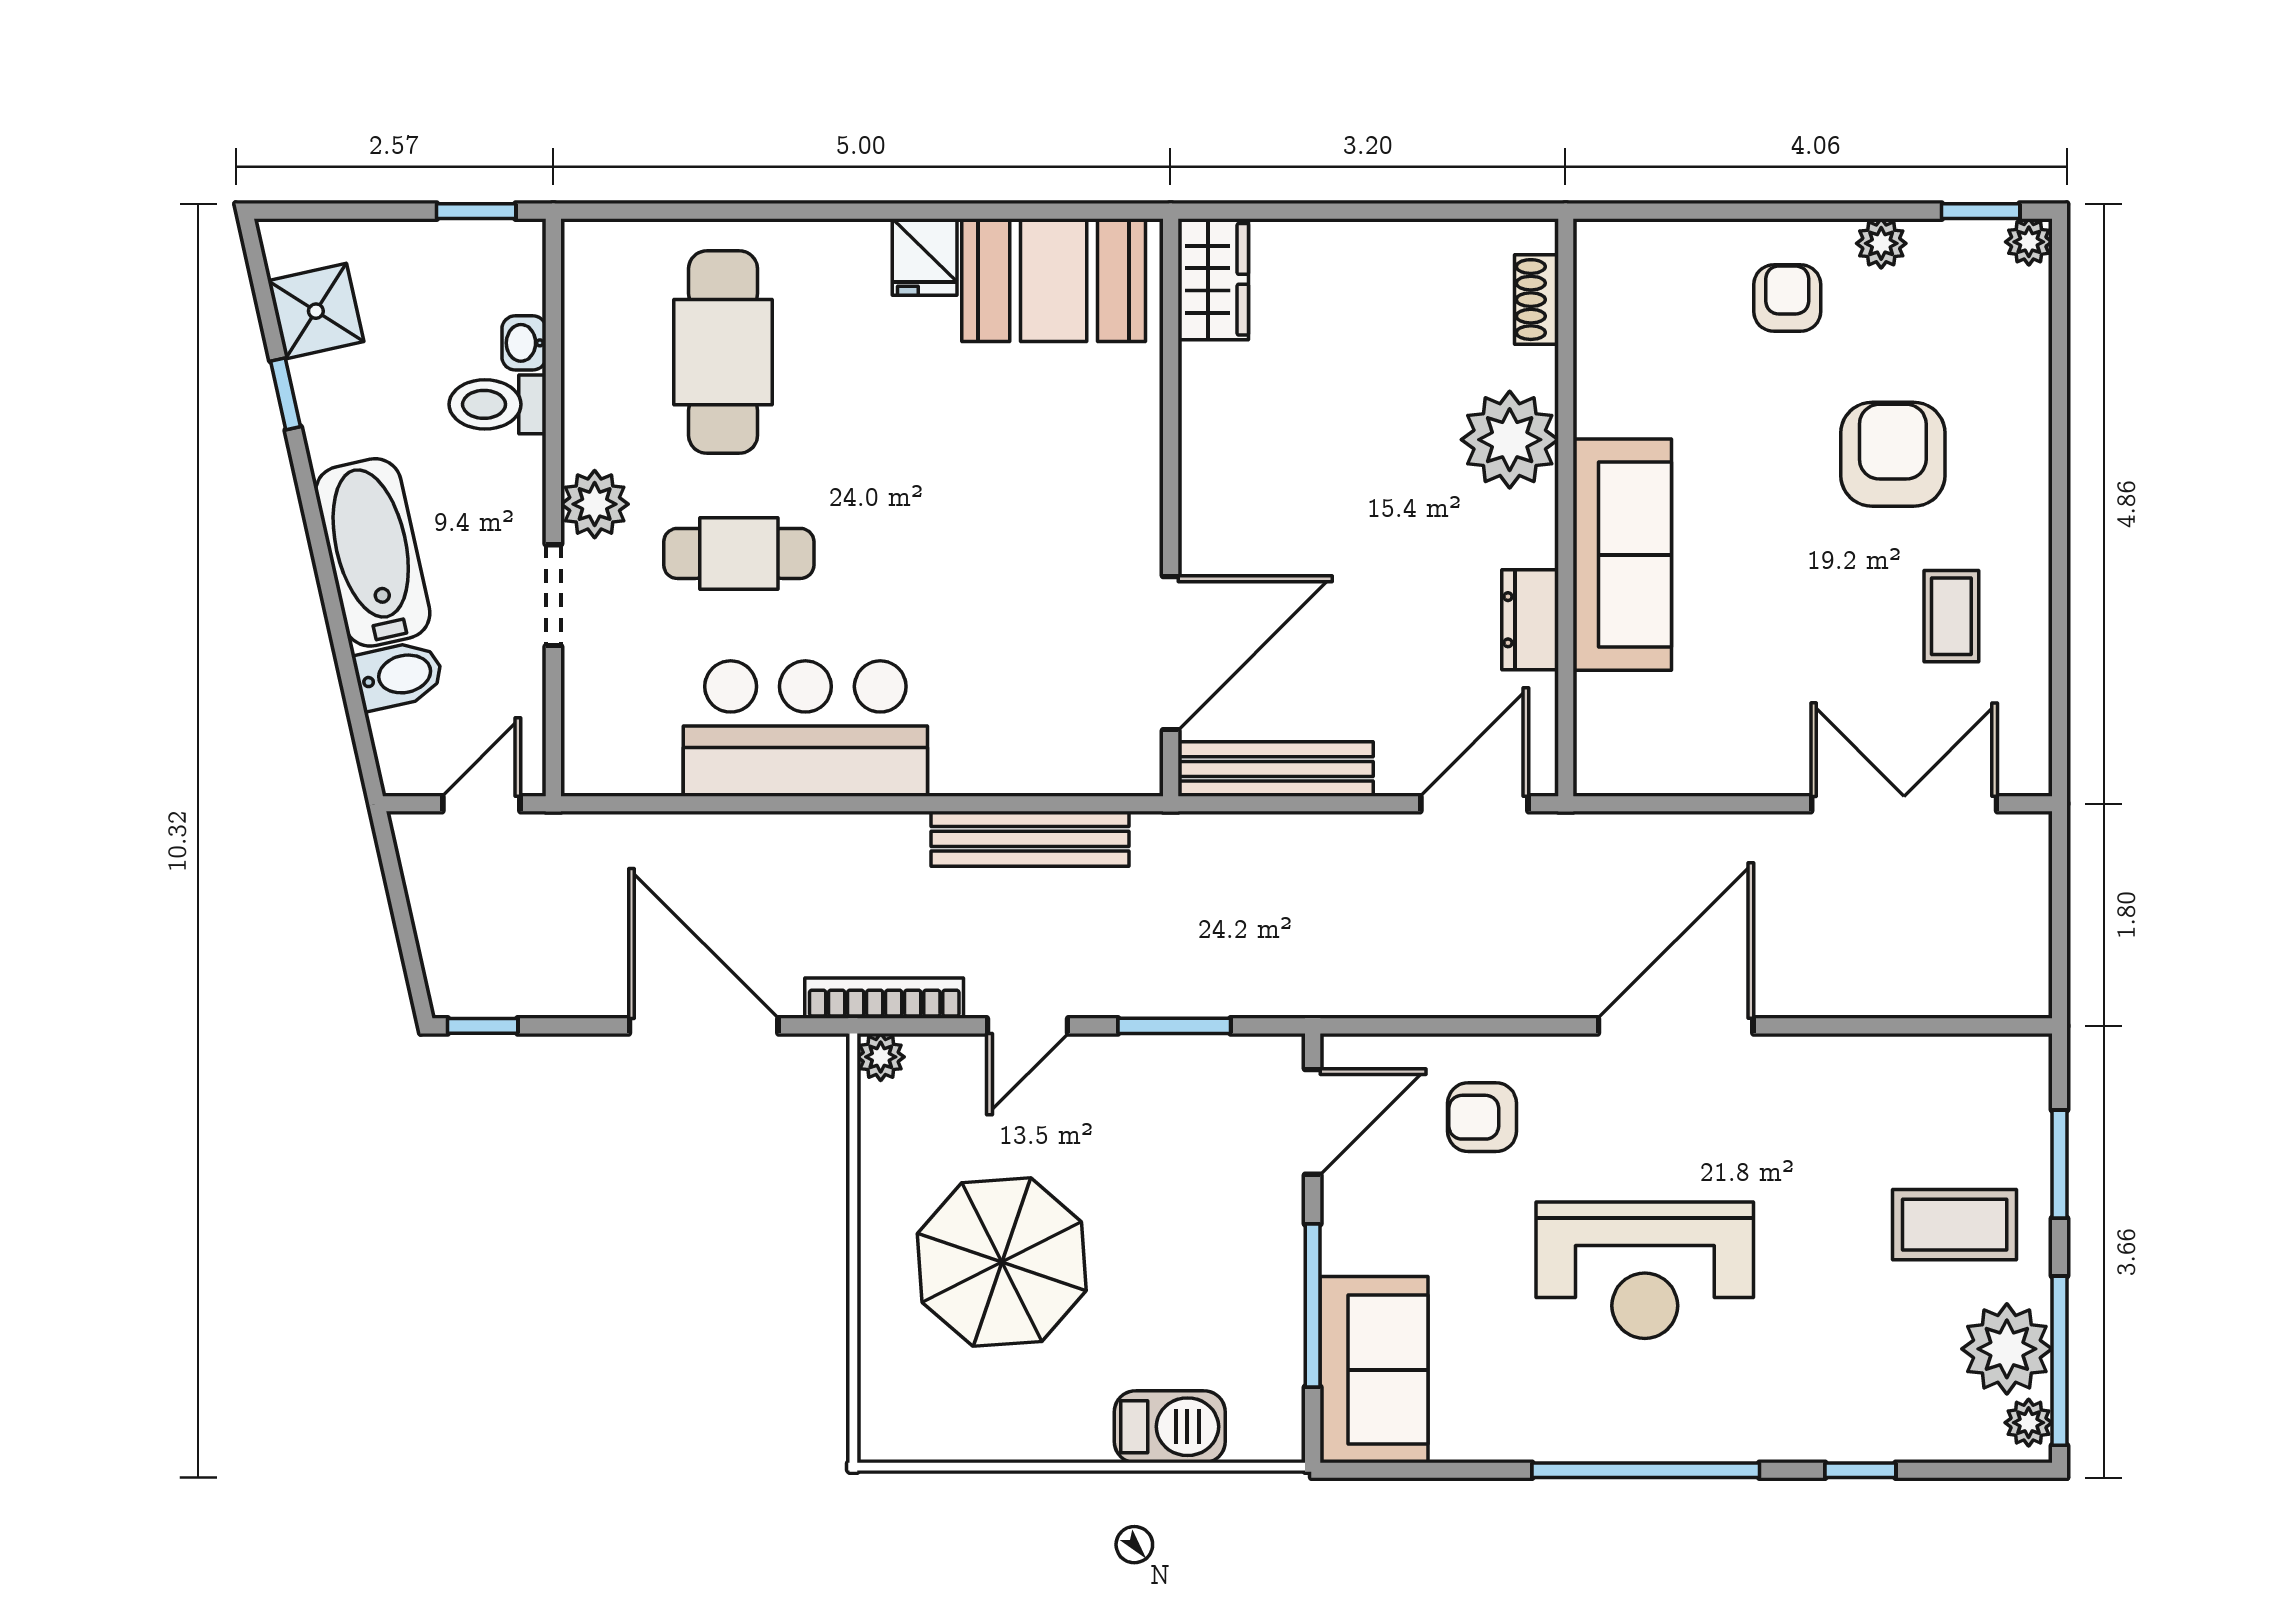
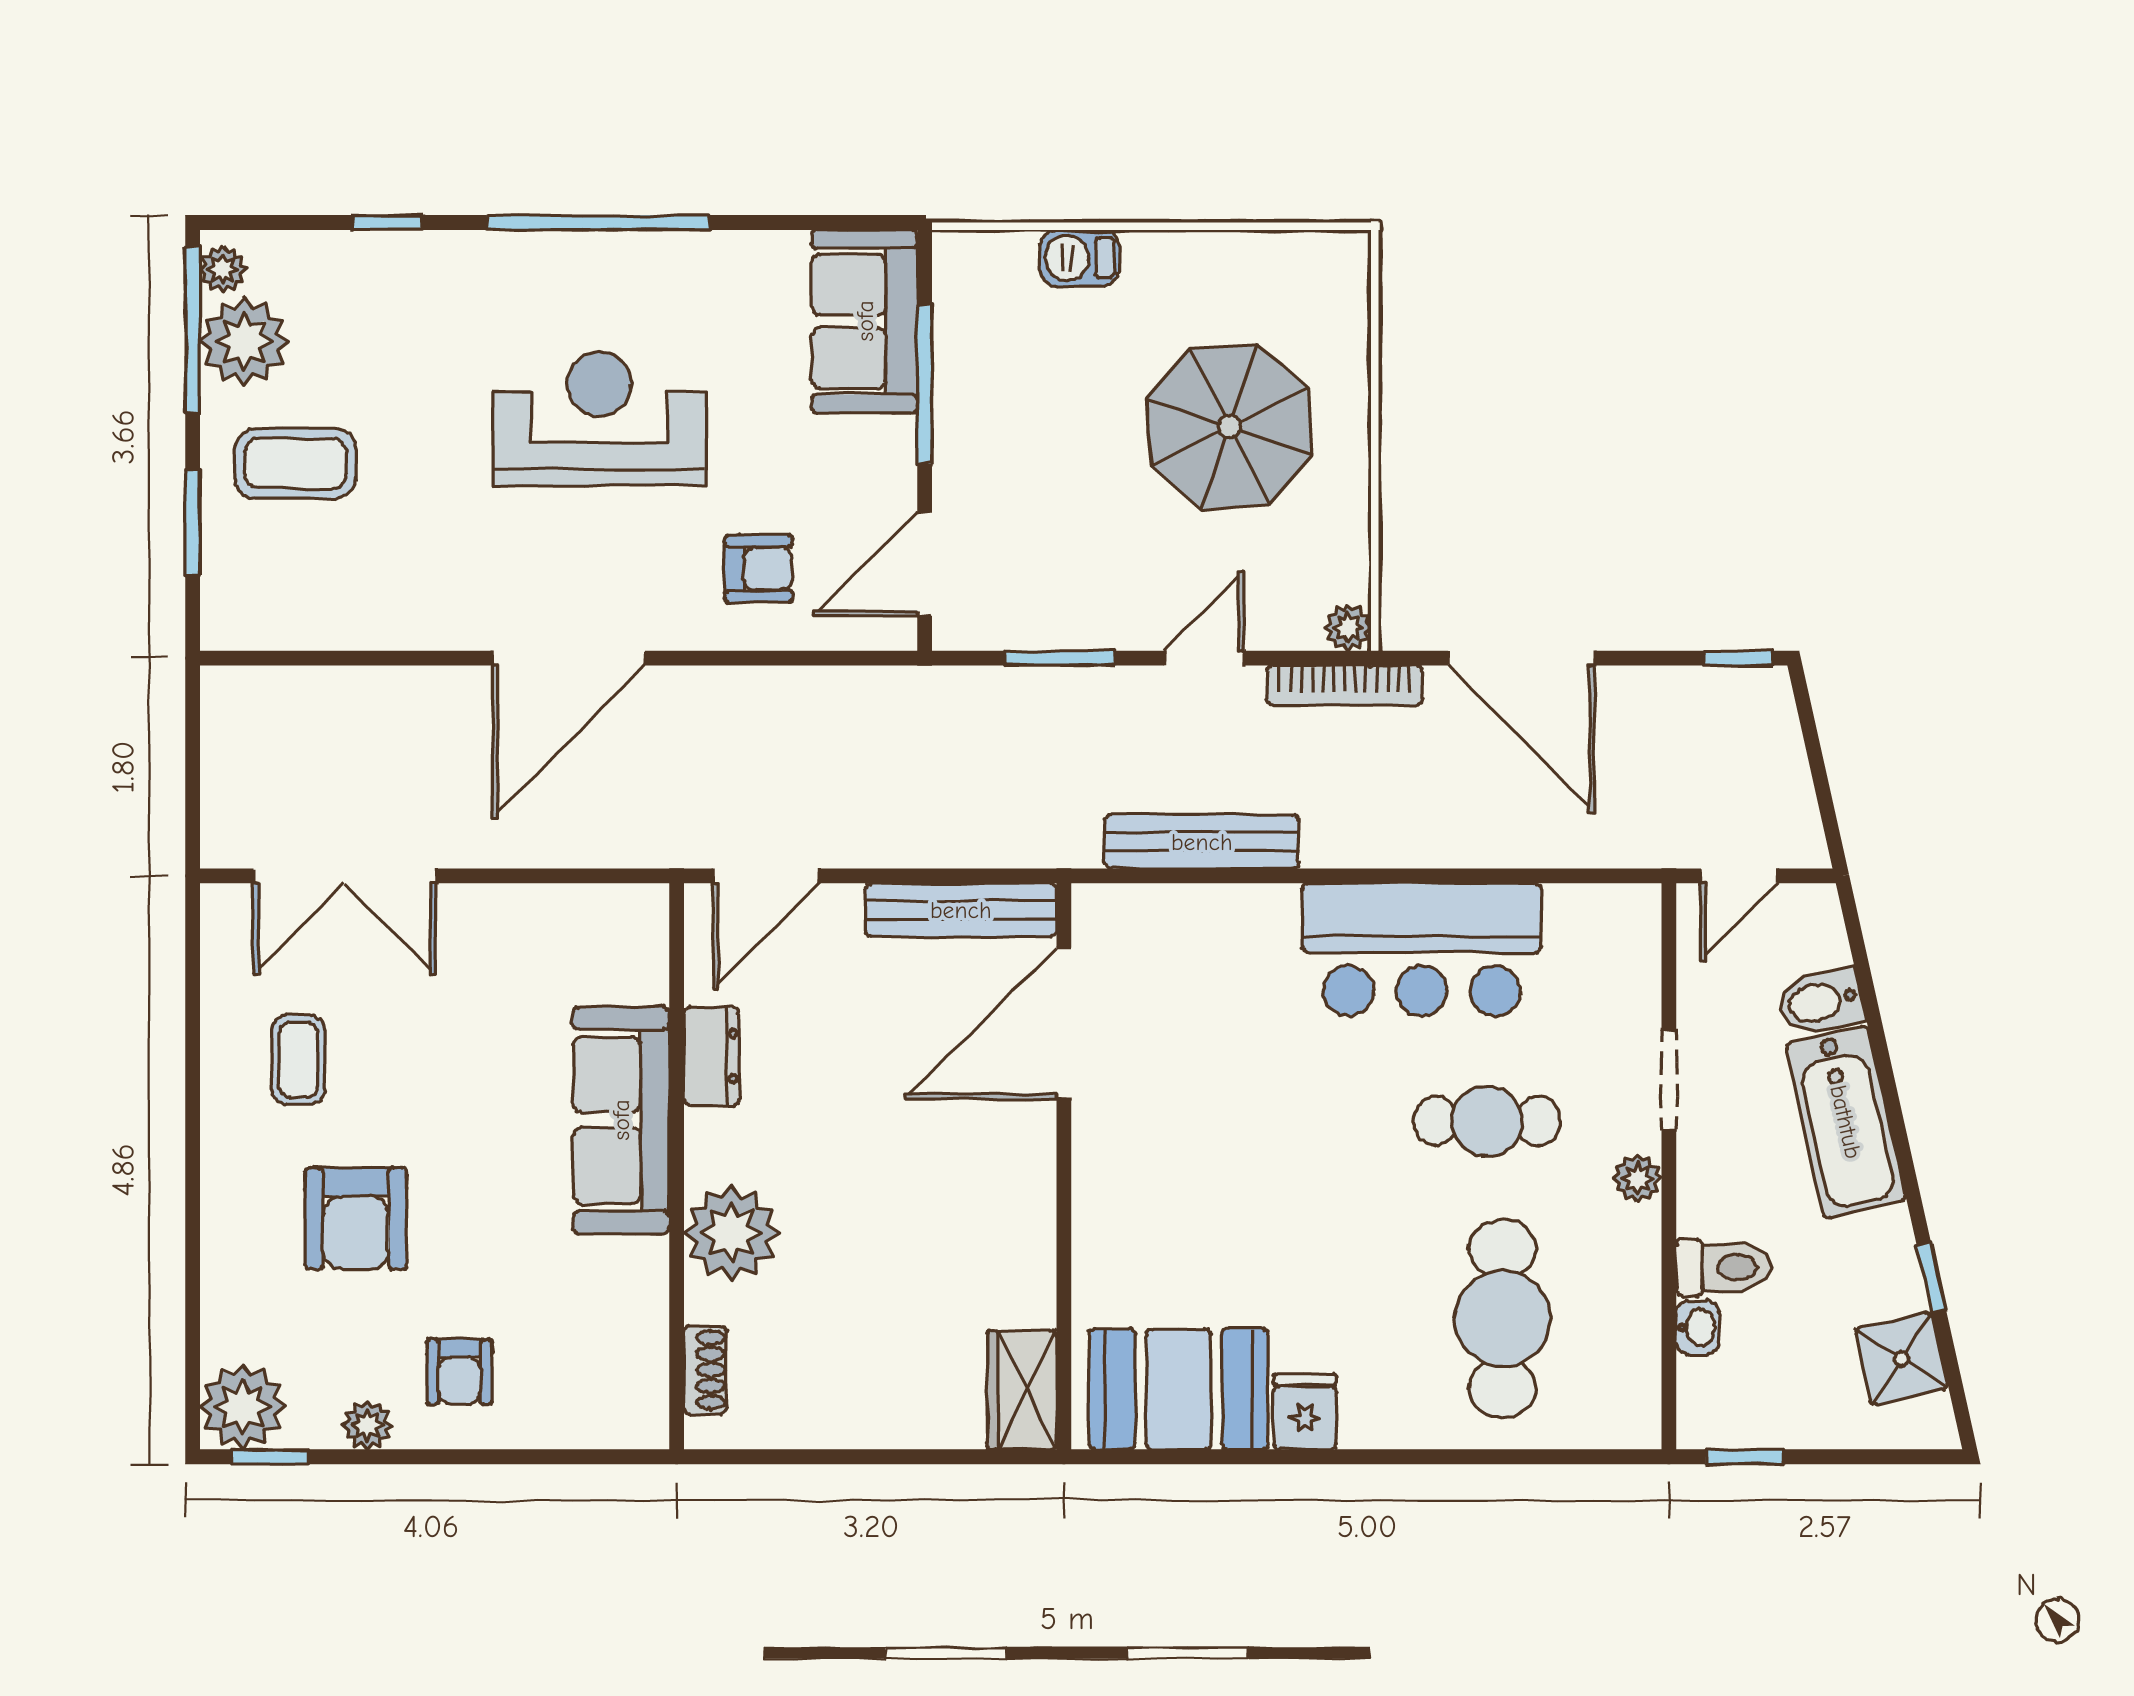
plant: (2029, 242) -> (243, 1407), width x1.87, depth x1.87
plant: (595, 504) -> (1638, 1179), width x0.73, depth x0.73
barbecue: (1170, 1427) -> (1080, 258), width x0.73, depth x0.79

